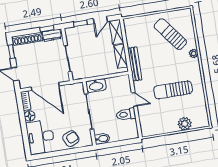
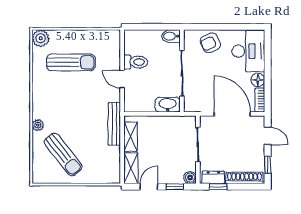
boiler: (70, 32) -> (190, 178), added
sun lounger: (173, 90) -> (71, 62), moved
plant: (185, 124) -> (41, 38), moved

